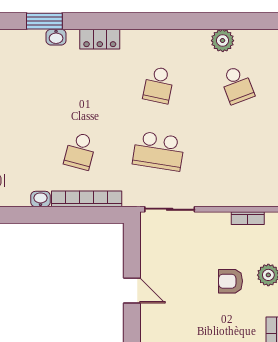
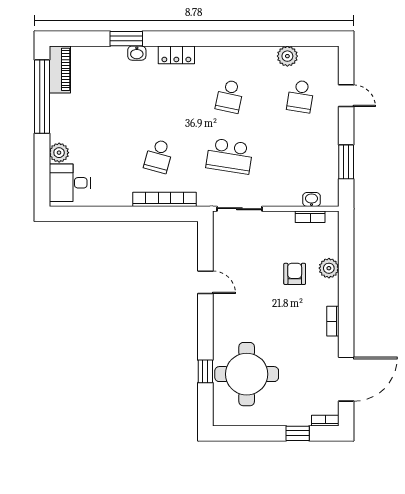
school desk: (237, 85) -> (300, 96), turned 30
washbasin: (40, 199) -> (312, 199), moved
armchair: (231, 281) -> (295, 274), turned 90

